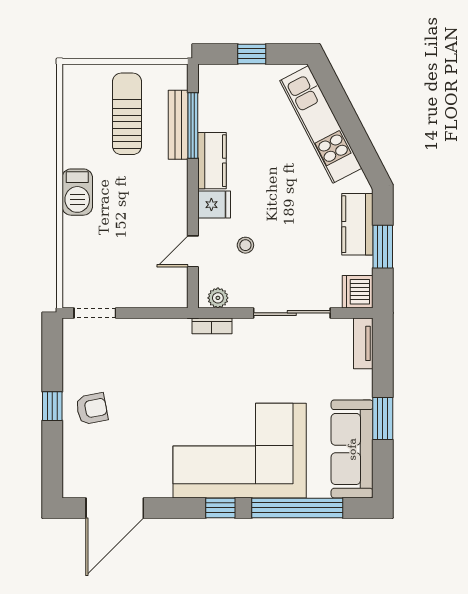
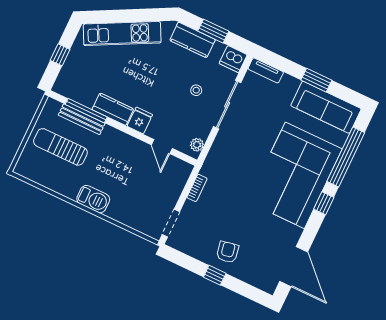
stool: (245, 245) -> (196, 90), moved
bookcase: (212, 326) -> (197, 188), moved

